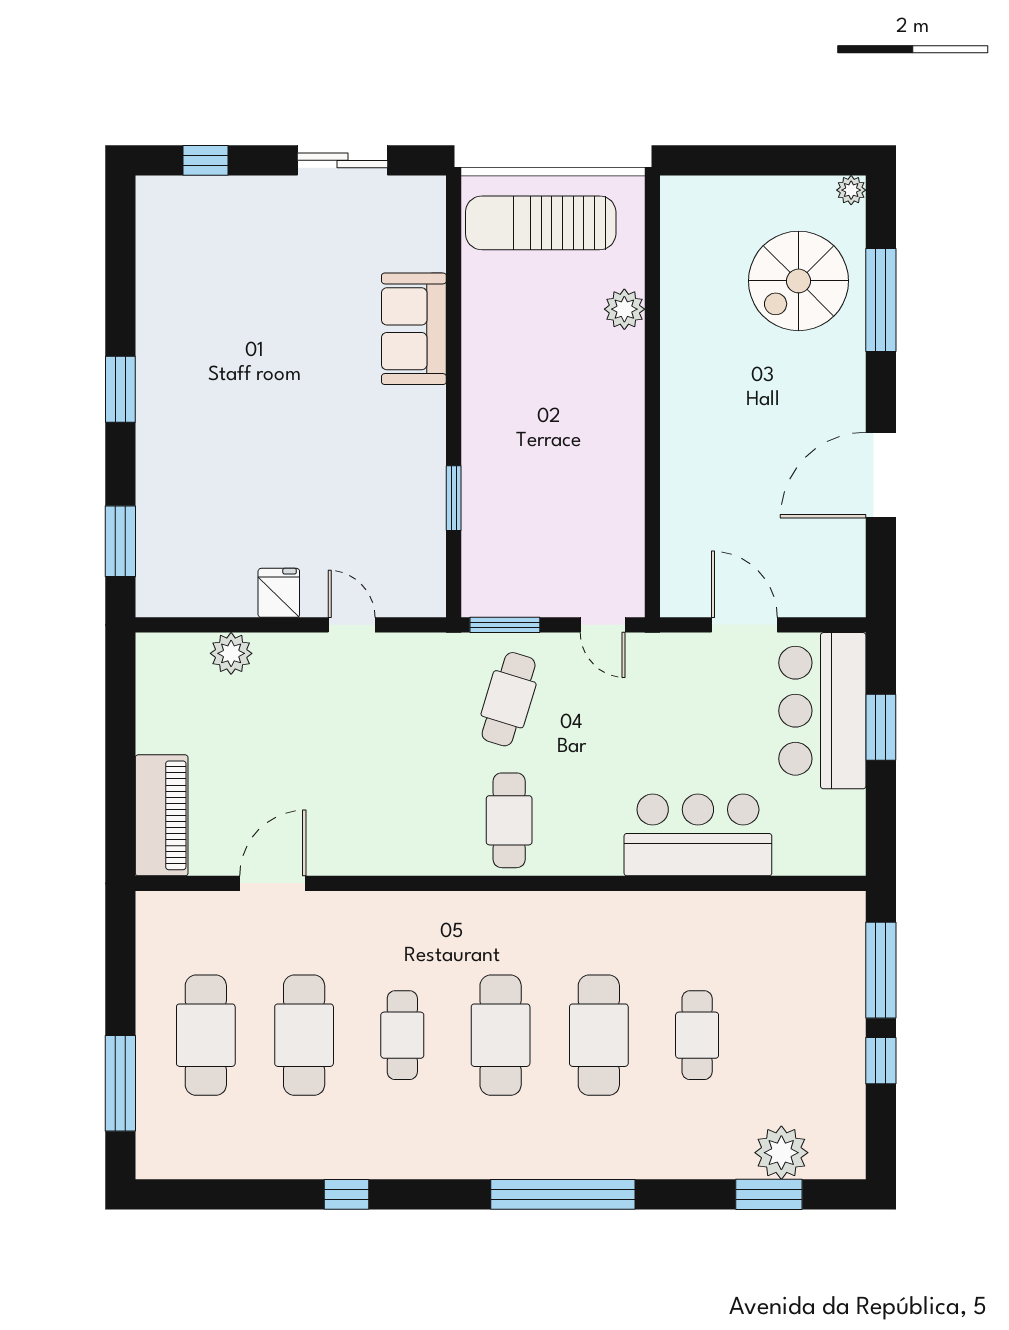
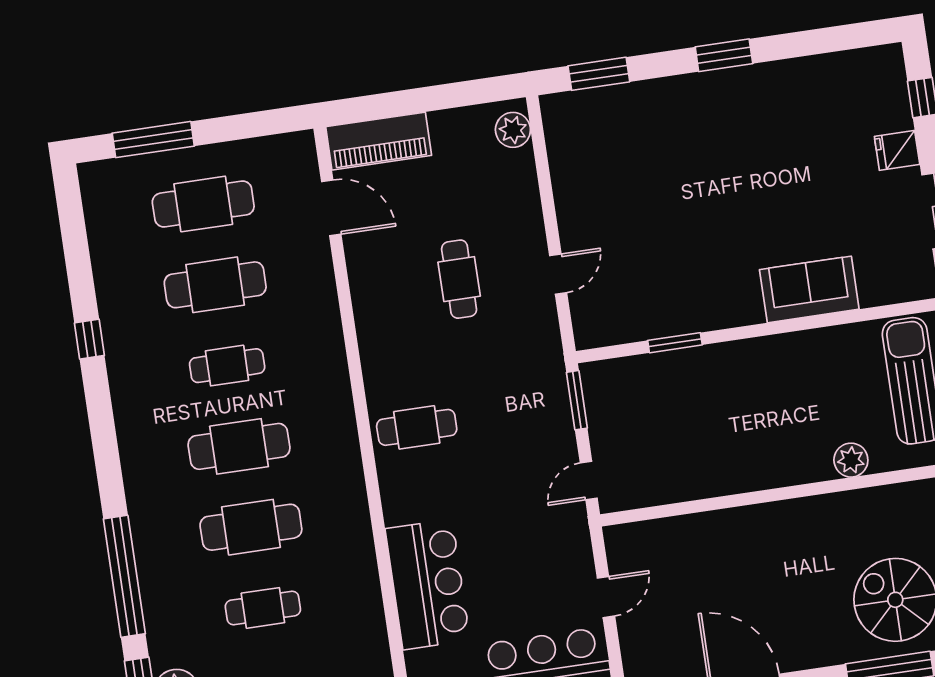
fridge: (279, 593) -> (897, 150), moved, turned 180
door: (744, 625) -> (606, 597), width x0.73
plant: (231, 653) -> (513, 130), moved
cafe table: (509, 699) -> (459, 279), moved, turned 73
door: (273, 883) -> (331, 208), moved
window: (563, 1194) -> (124, 576), moved

